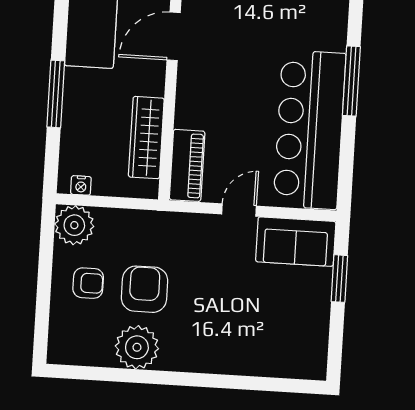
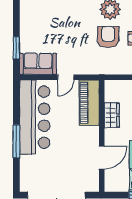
wardrobe: (146, 138) -> (112, 115), width x0.67
piano: (187, 165) -> (89, 103), width x1.37, depth x1.33
armchair: (145, 289) -> (108, 37), turned 180

